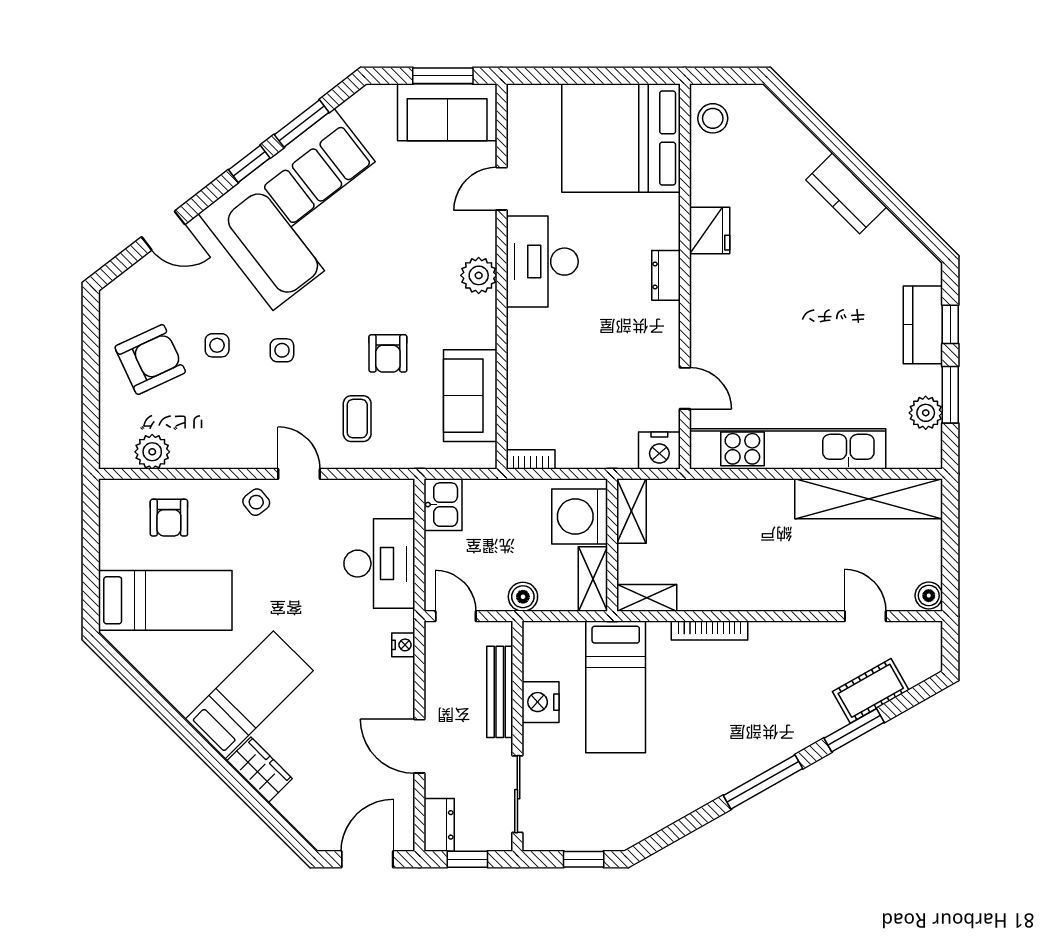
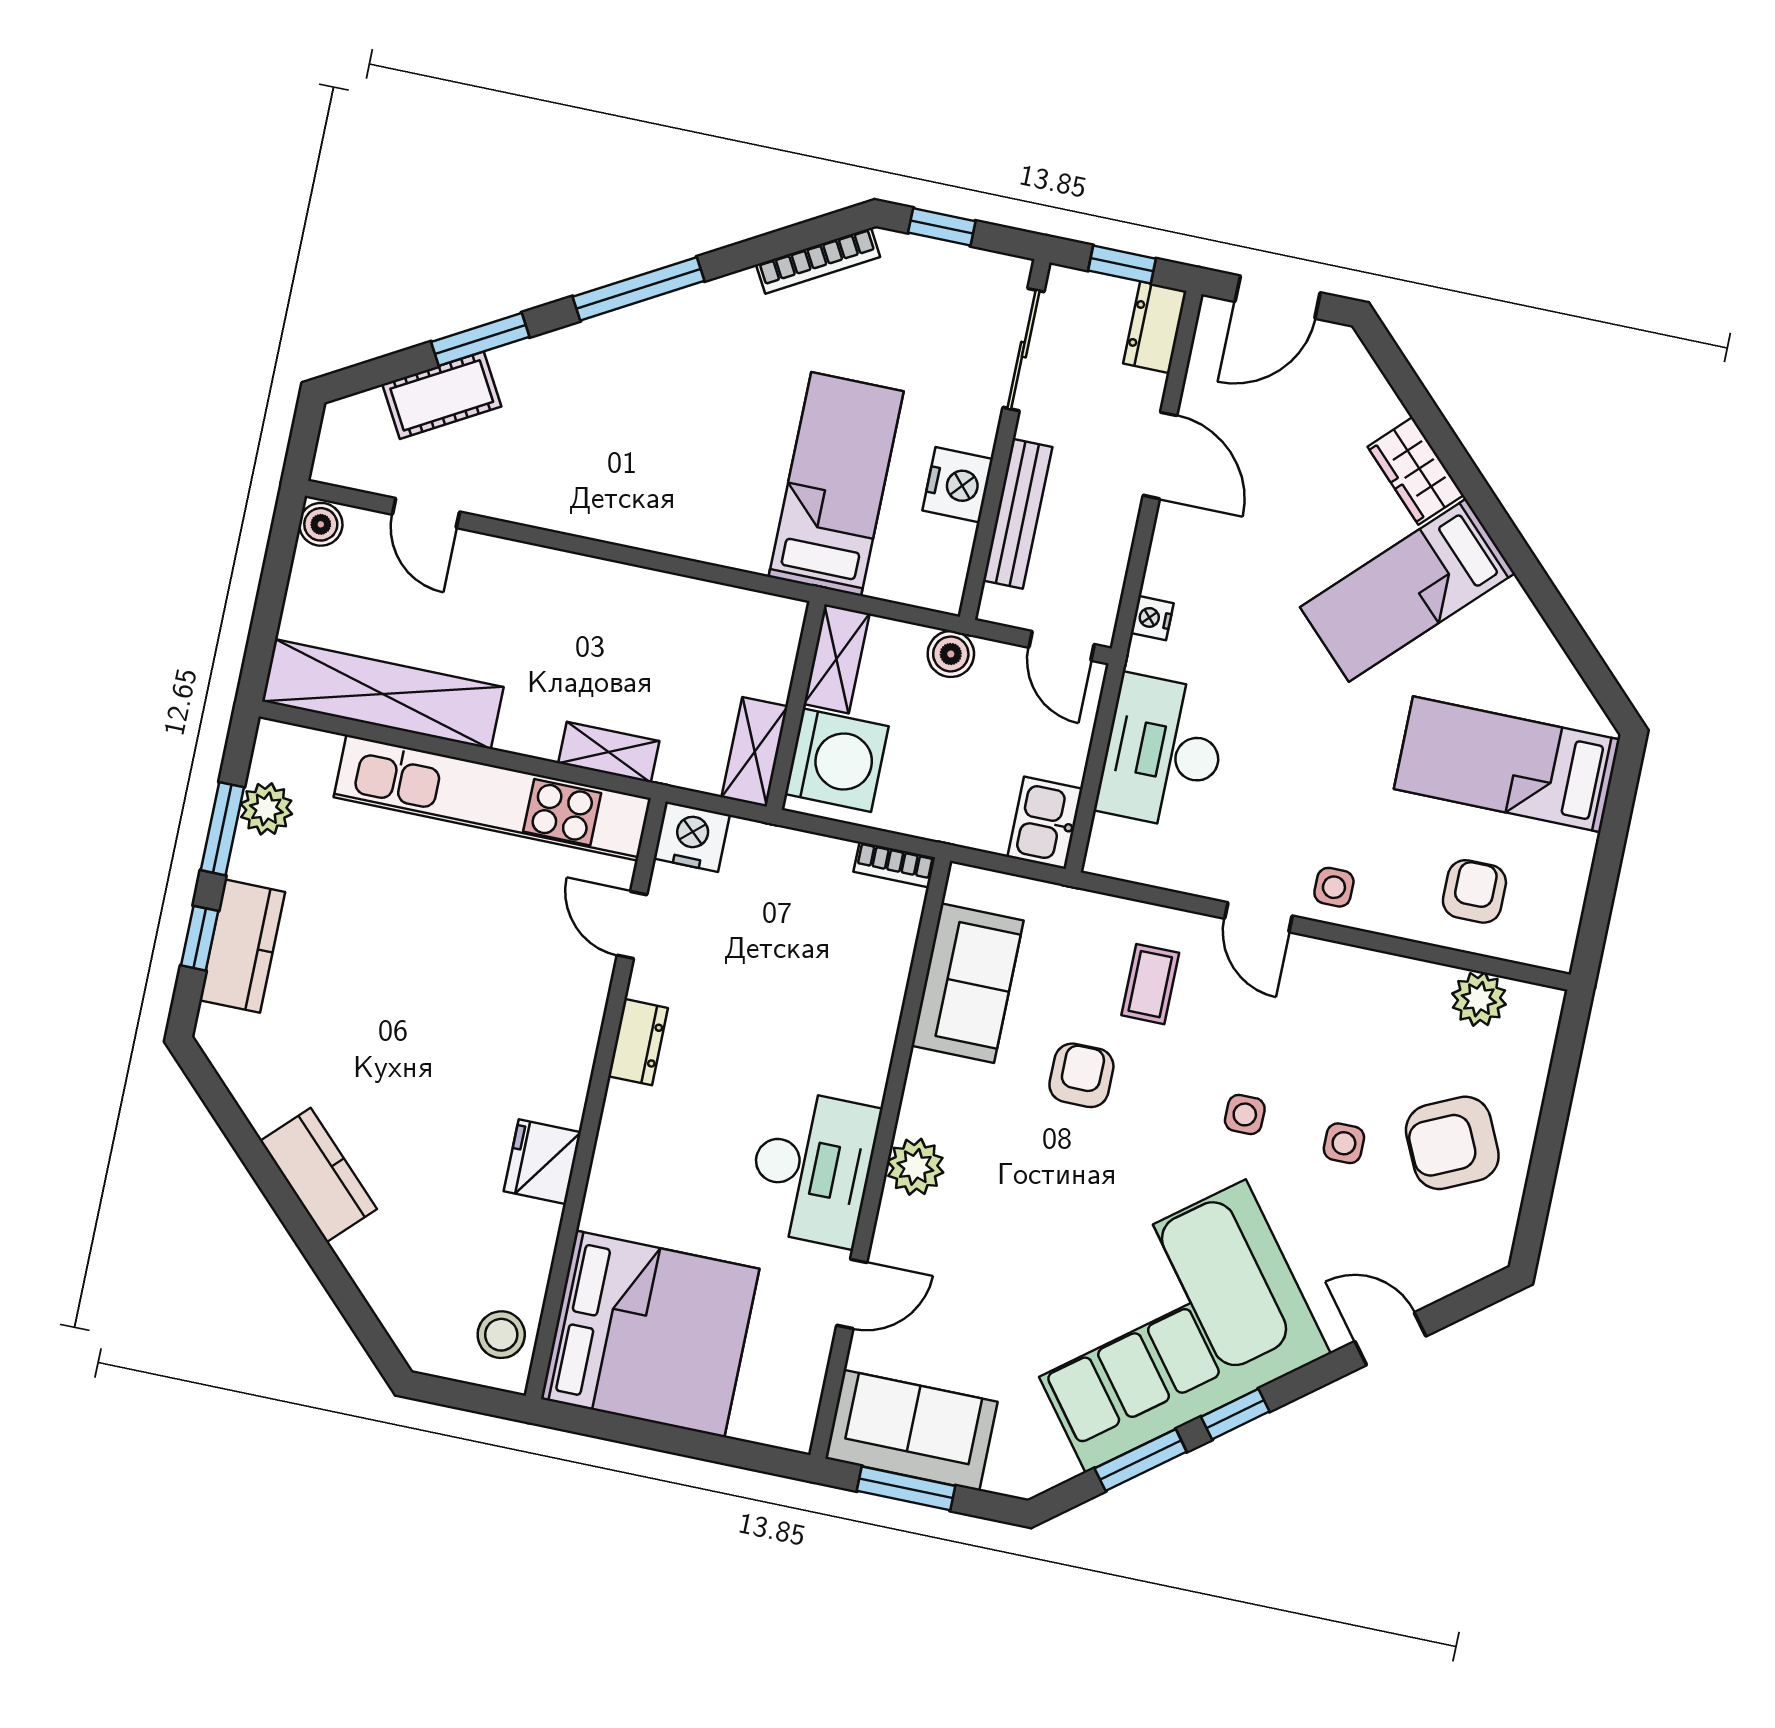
dresser: (666, 275) -> (638, 1042), moved
side table: (256, 502) -> (1334, 887), turned 38
shelving: (647, 598) -> (609, 752), moved
bookcase: (709, 631) -> (818, 261), moved, turned 150

